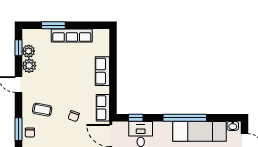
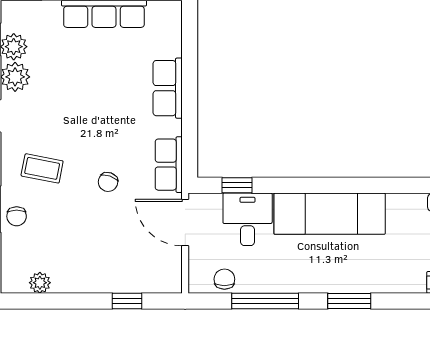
window: (185, 118) -> (339, 185), removed
exam couch: (199, 131) -> (330, 214), moved

